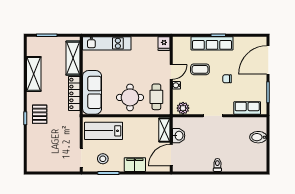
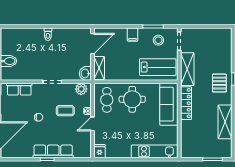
shelving: (73, 58) -> (187, 69), moved
coffee table: (200, 69) -> (65, 111), moved
washbasin: (179, 136) -> (85, 73), moved
filing cabinet: (135, 165) -> (133, 35), width x0.50

